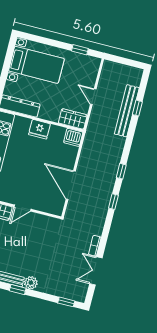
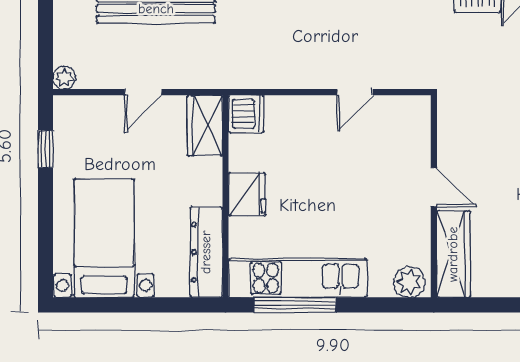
plant: (108, 65) -> (64, 78), added
door: (71, 185) -> (355, 92), width x0.53

